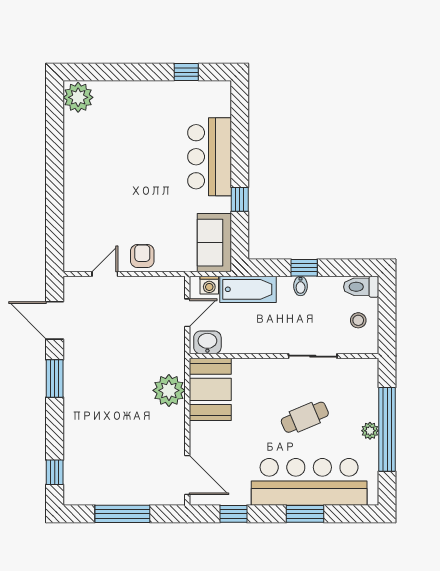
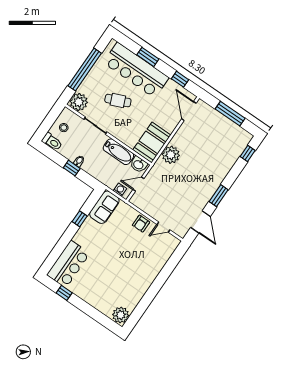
bar counter: (210, 157) -> (68, 264), moved
bathtub: (248, 289) -> (118, 152), moved, turned 180
plant: (370, 431) -> (79, 102), moved, width x1.87, depth x1.87

